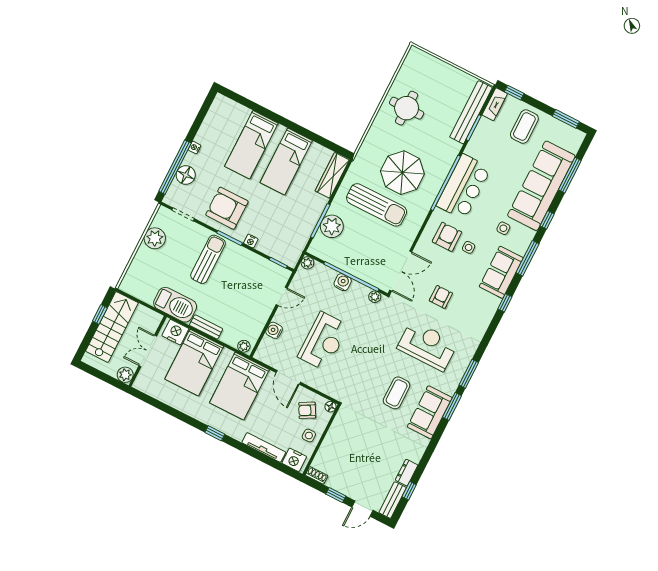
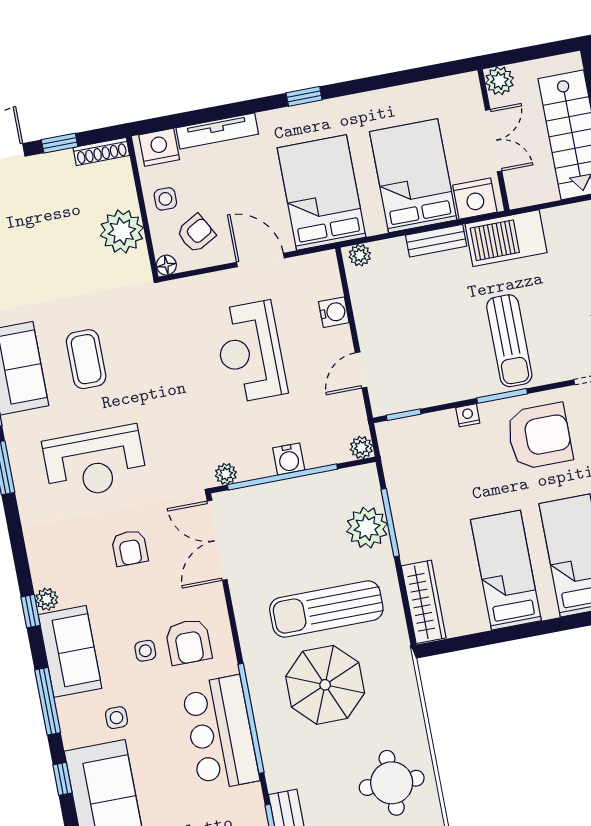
plant: (494, 303) -> (47, 599), added
plant: (338, 436) -> (122, 231), added
shoe rack: (317, 475) -> (101, 151), width x1.43

